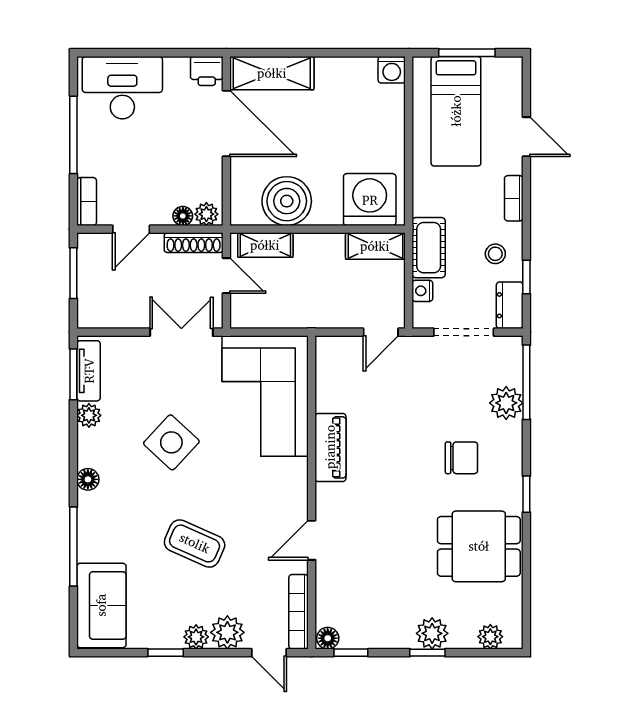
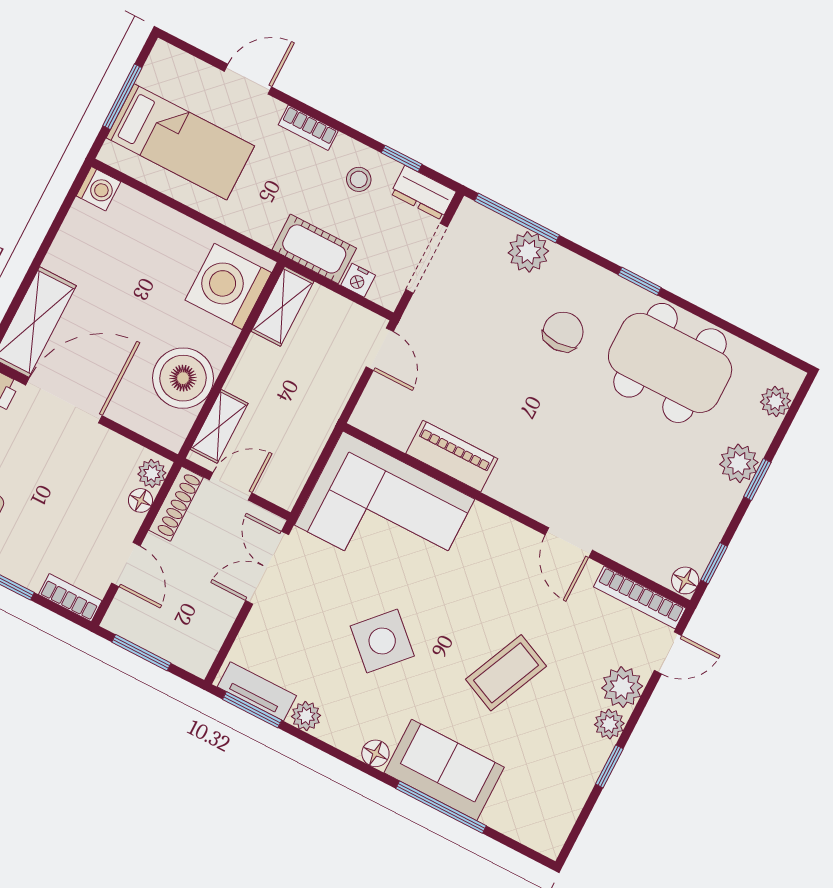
piano: (330, 447) -> (452, 456), moved
dining table: (479, 546) -> (670, 363), width x1.38
sofa: (101, 605) -> (444, 770), moved

